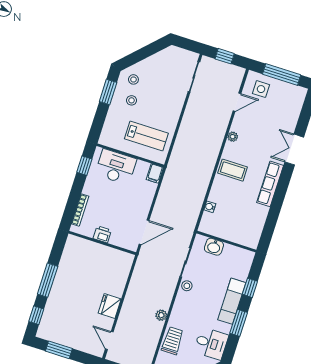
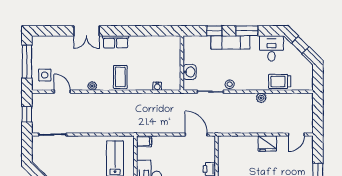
row of seats: (270, 184) -> (116, 42), width x0.68

